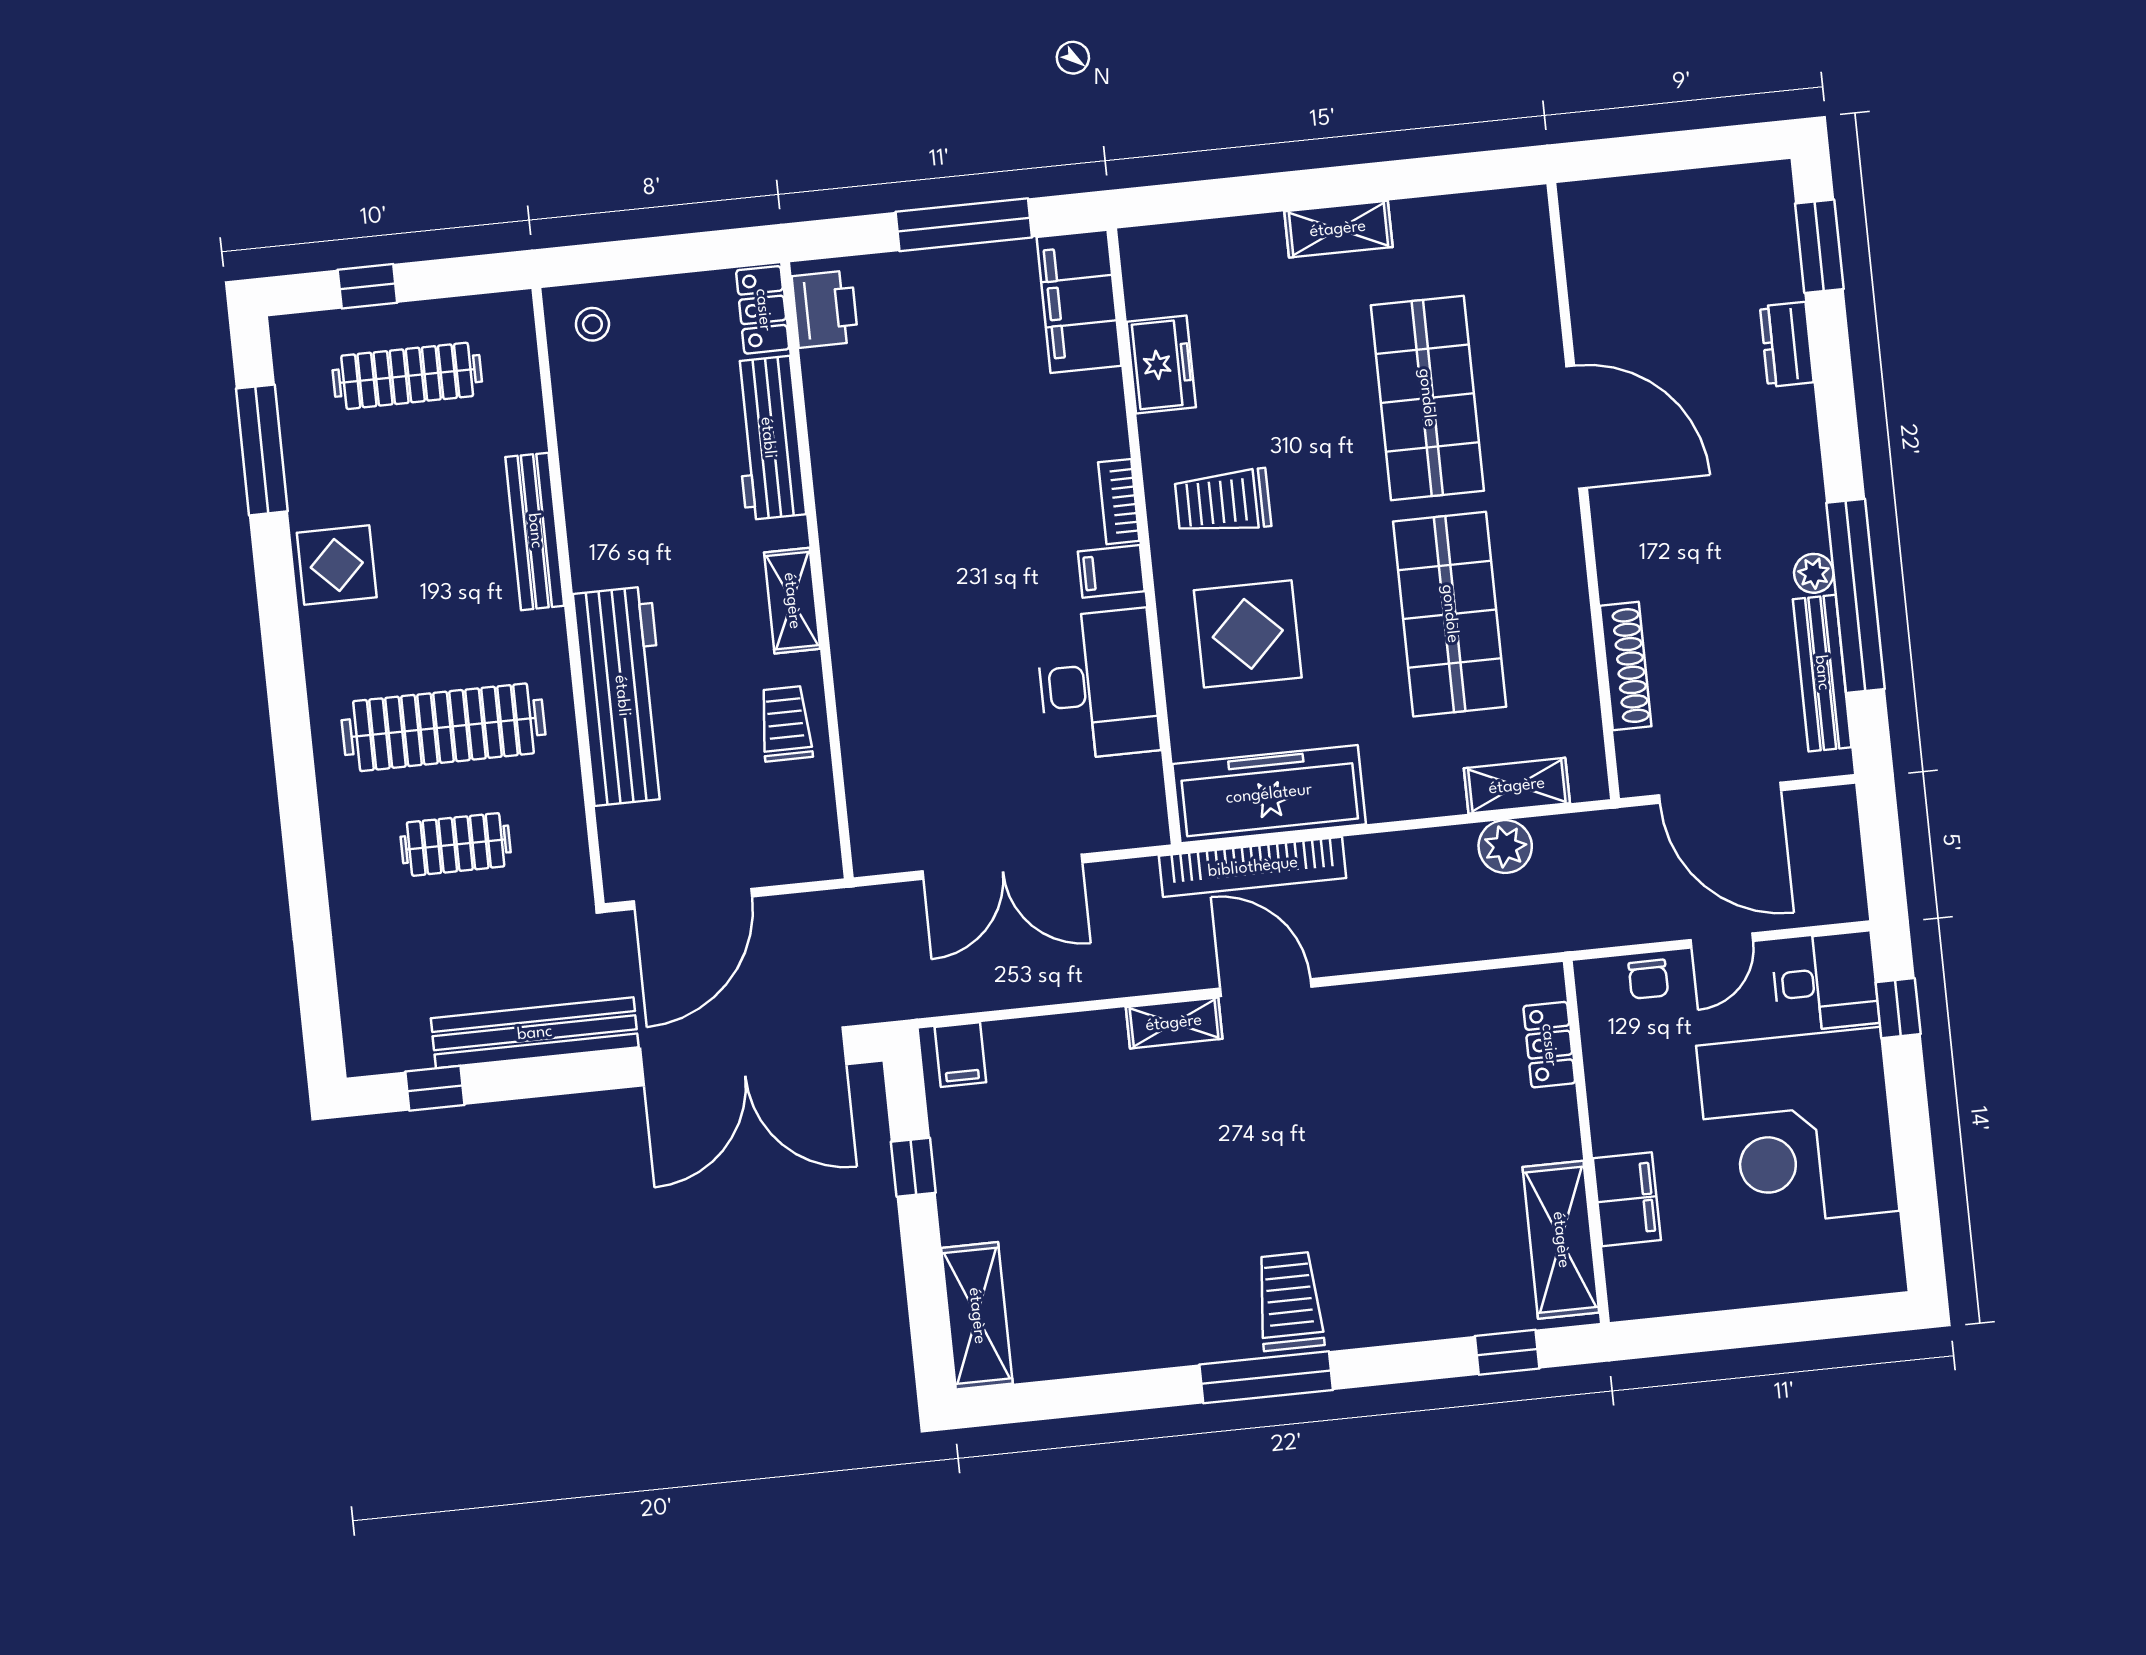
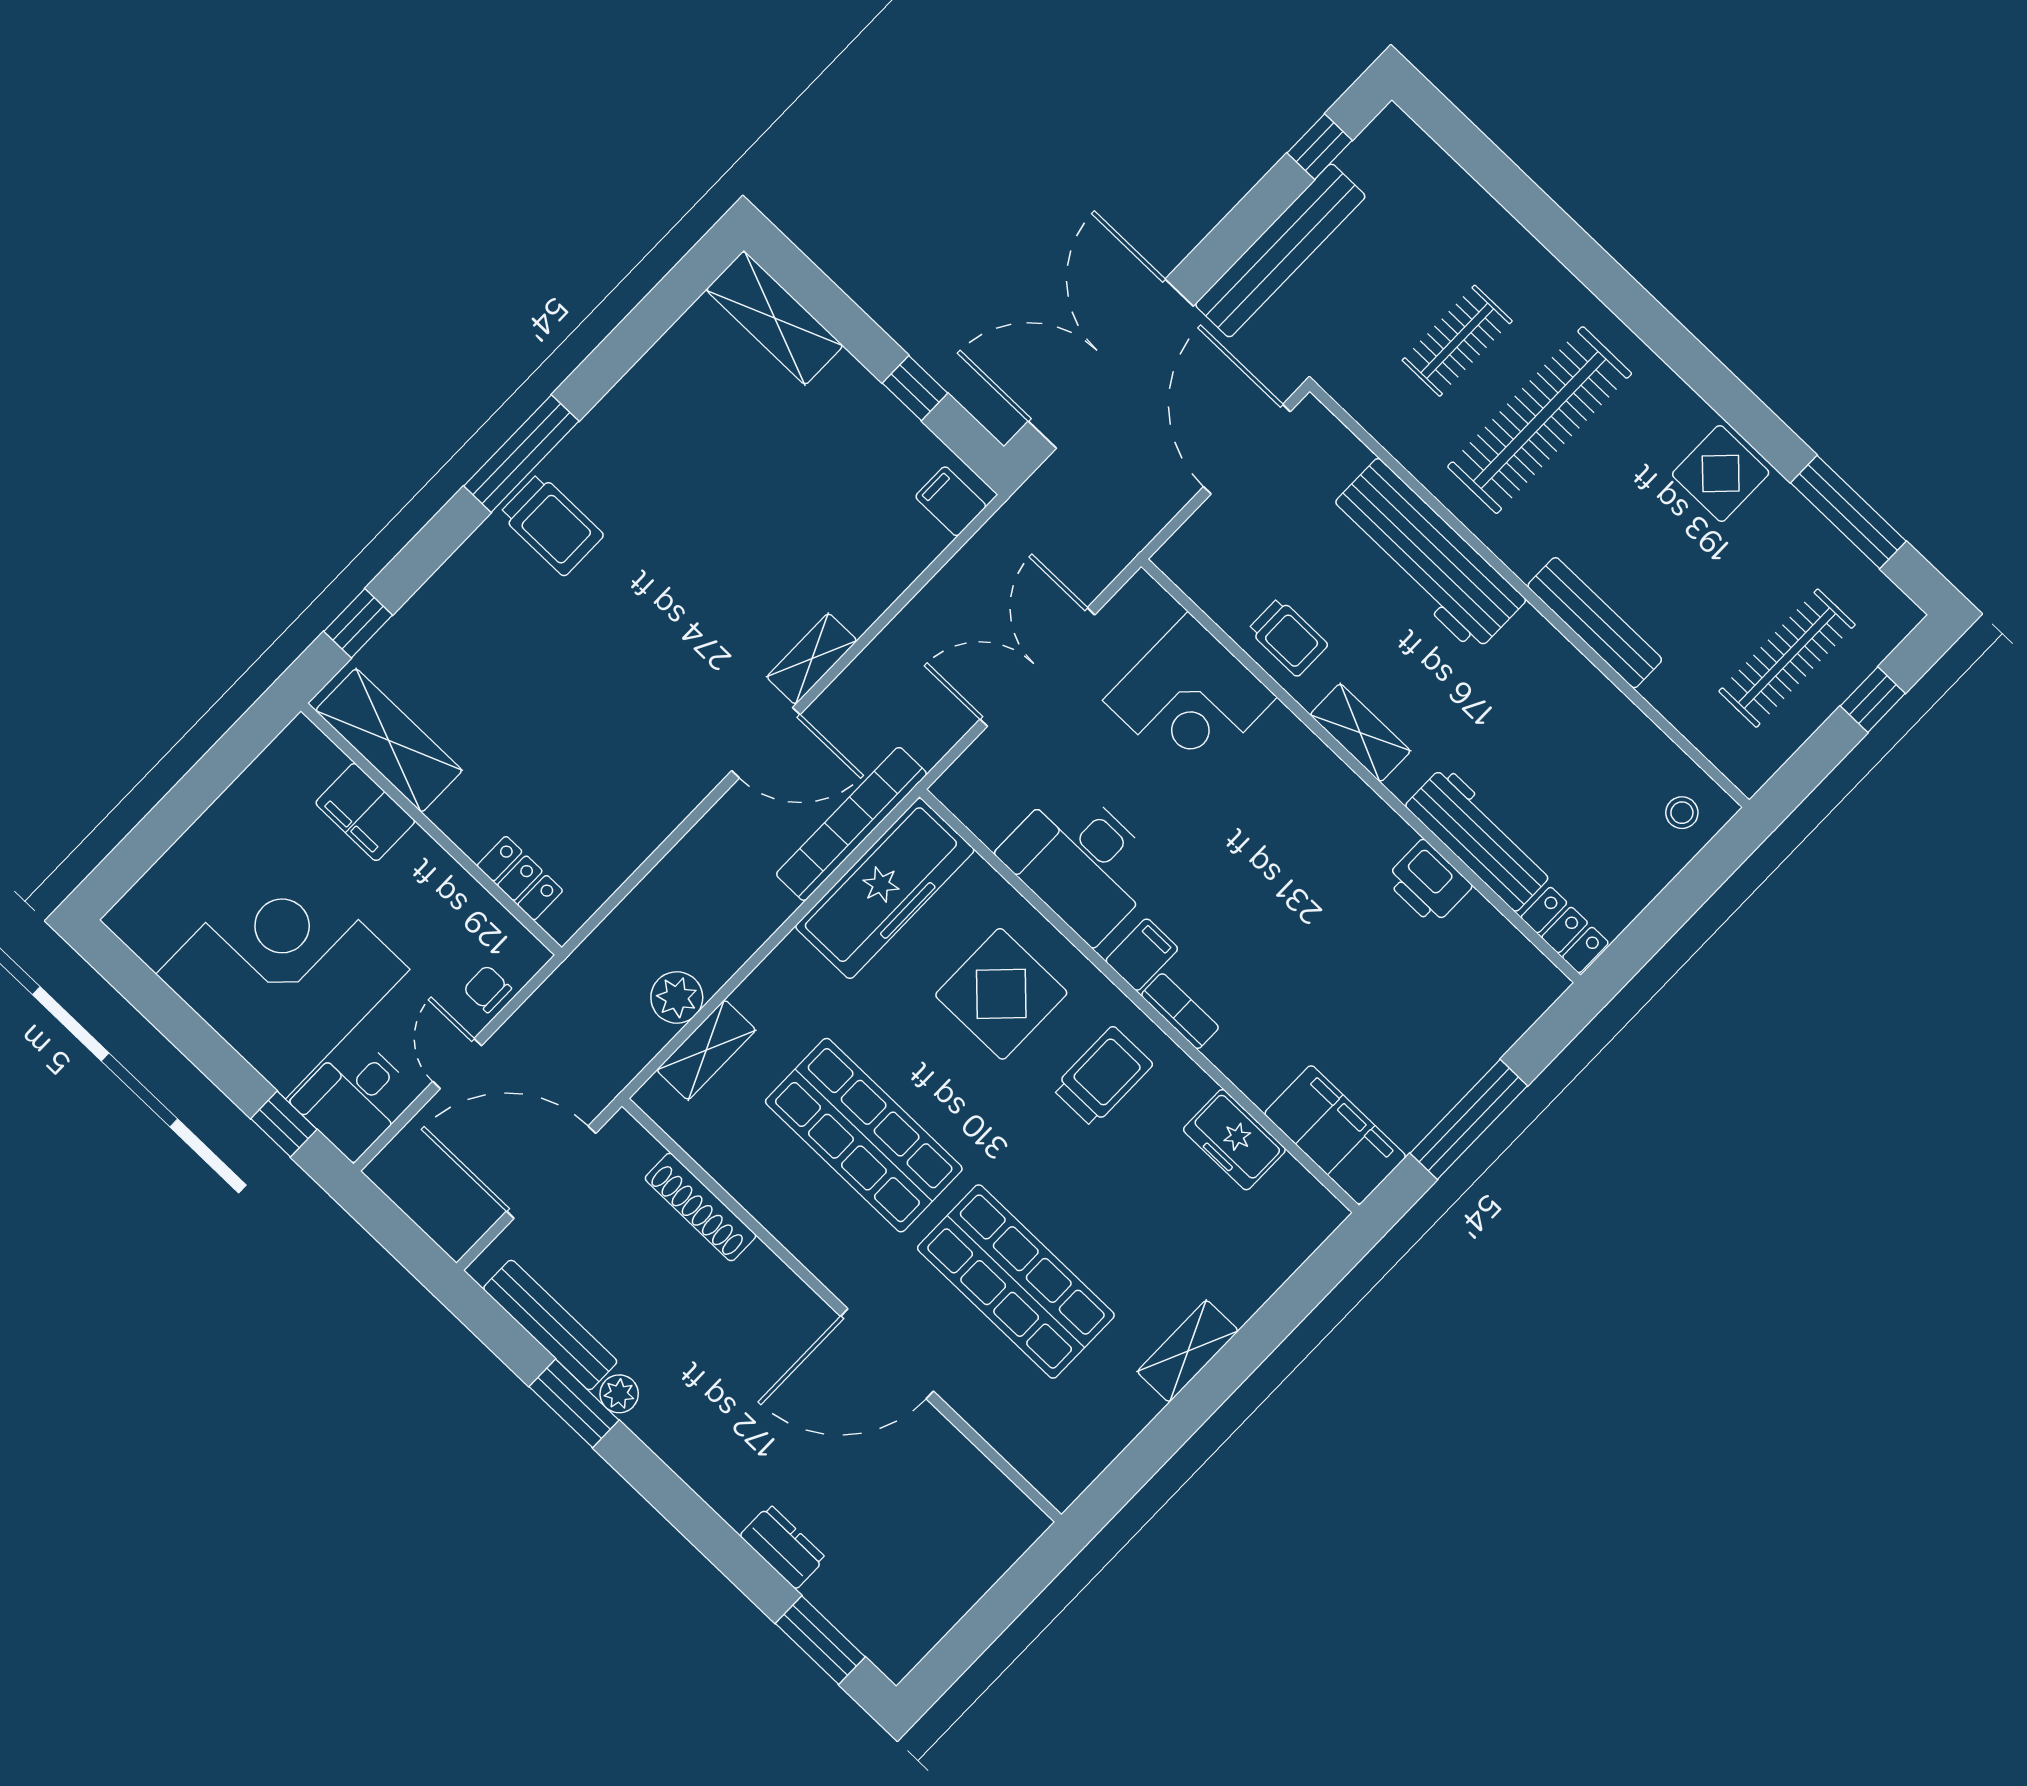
printer: (825, 309) -> (1428, 883), moved
window: (1855, 596) -> (574, 1403), width x0.47
corner desk: (904, 741) -> (1190, 699), added

